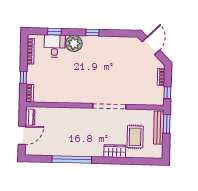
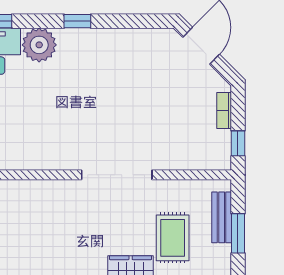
window: (167, 124) -> (238, 233), moved
bench: (159, 128) -> (222, 217), width x0.73

